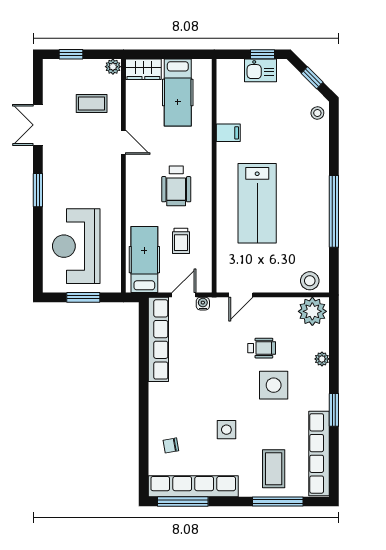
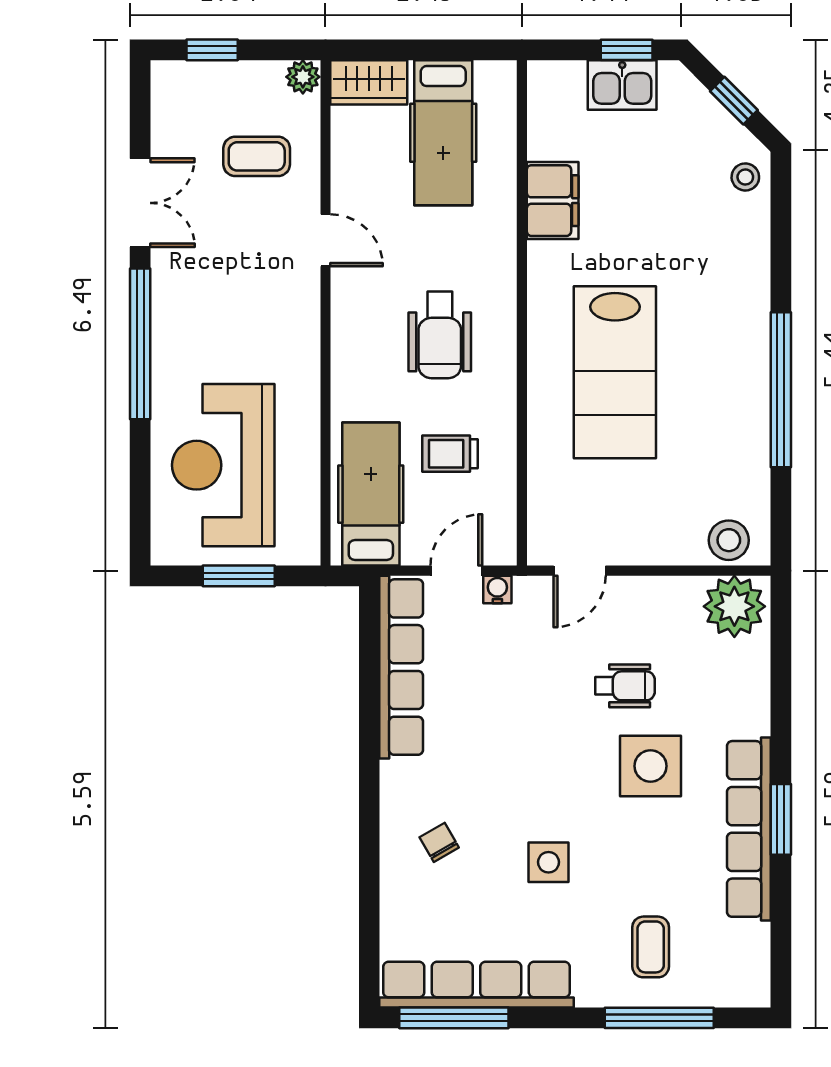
double door: (38, 125) -> (140, 203), swing flipped
filing cabinet: (228, 133) -> (553, 201), width x2.00
window: (38, 190) -> (140, 344), width x2.11
trolley: (181, 241) -> (450, 454), turned 90
plant: (322, 359) -> (755, 709), removed
chair: (171, 445) -> (439, 842), moved, turned 70
row of seats: (319, 453) -> (749, 829), moved
coffee table: (274, 469) -> (651, 947), width x0.73, depth x0.77

